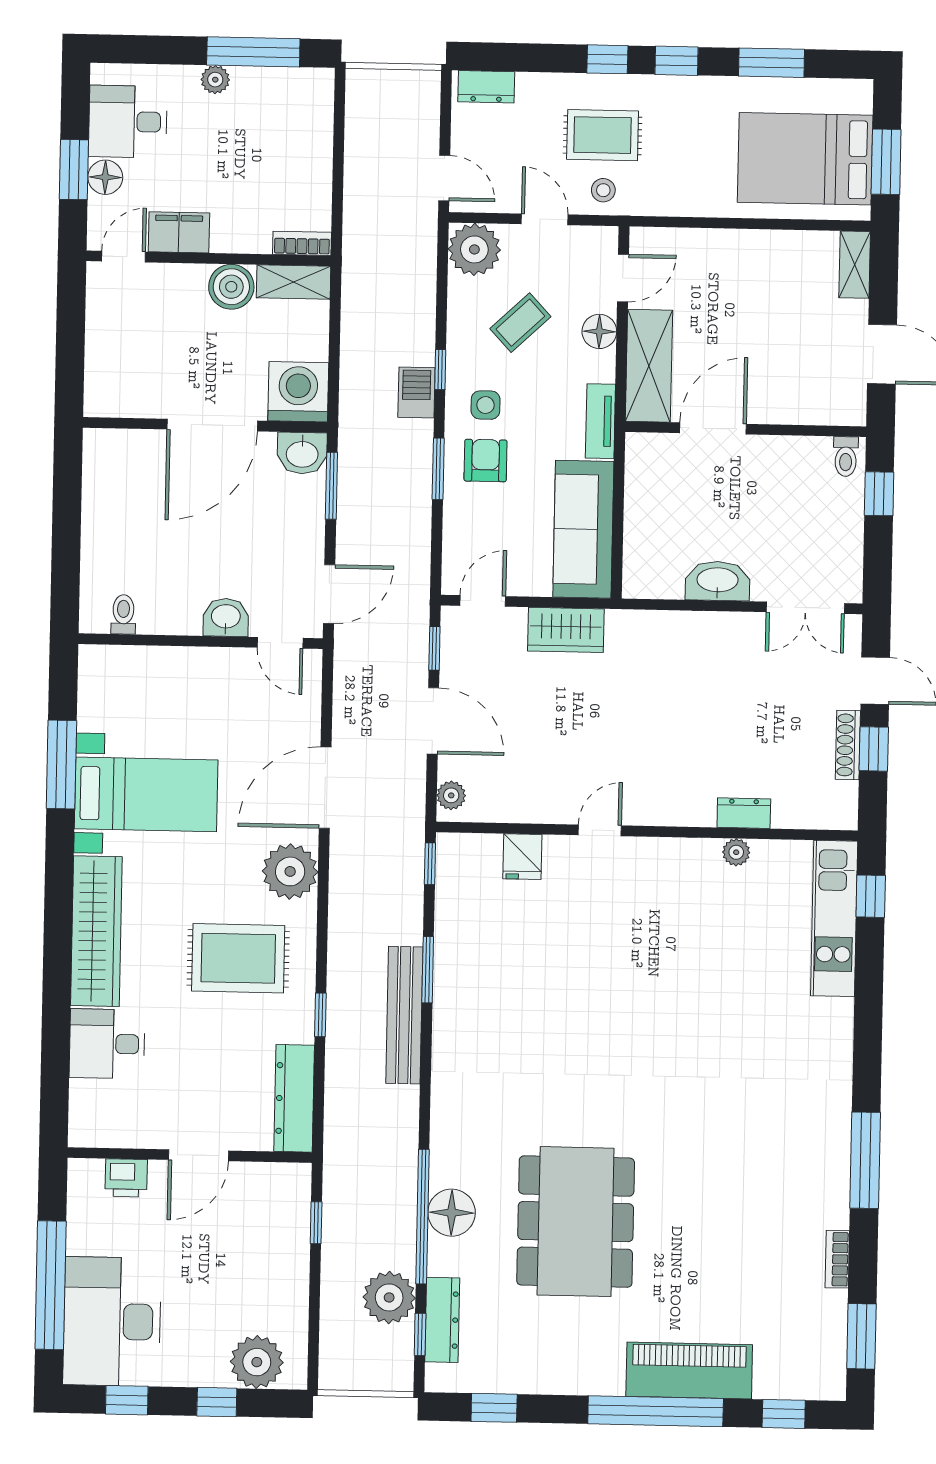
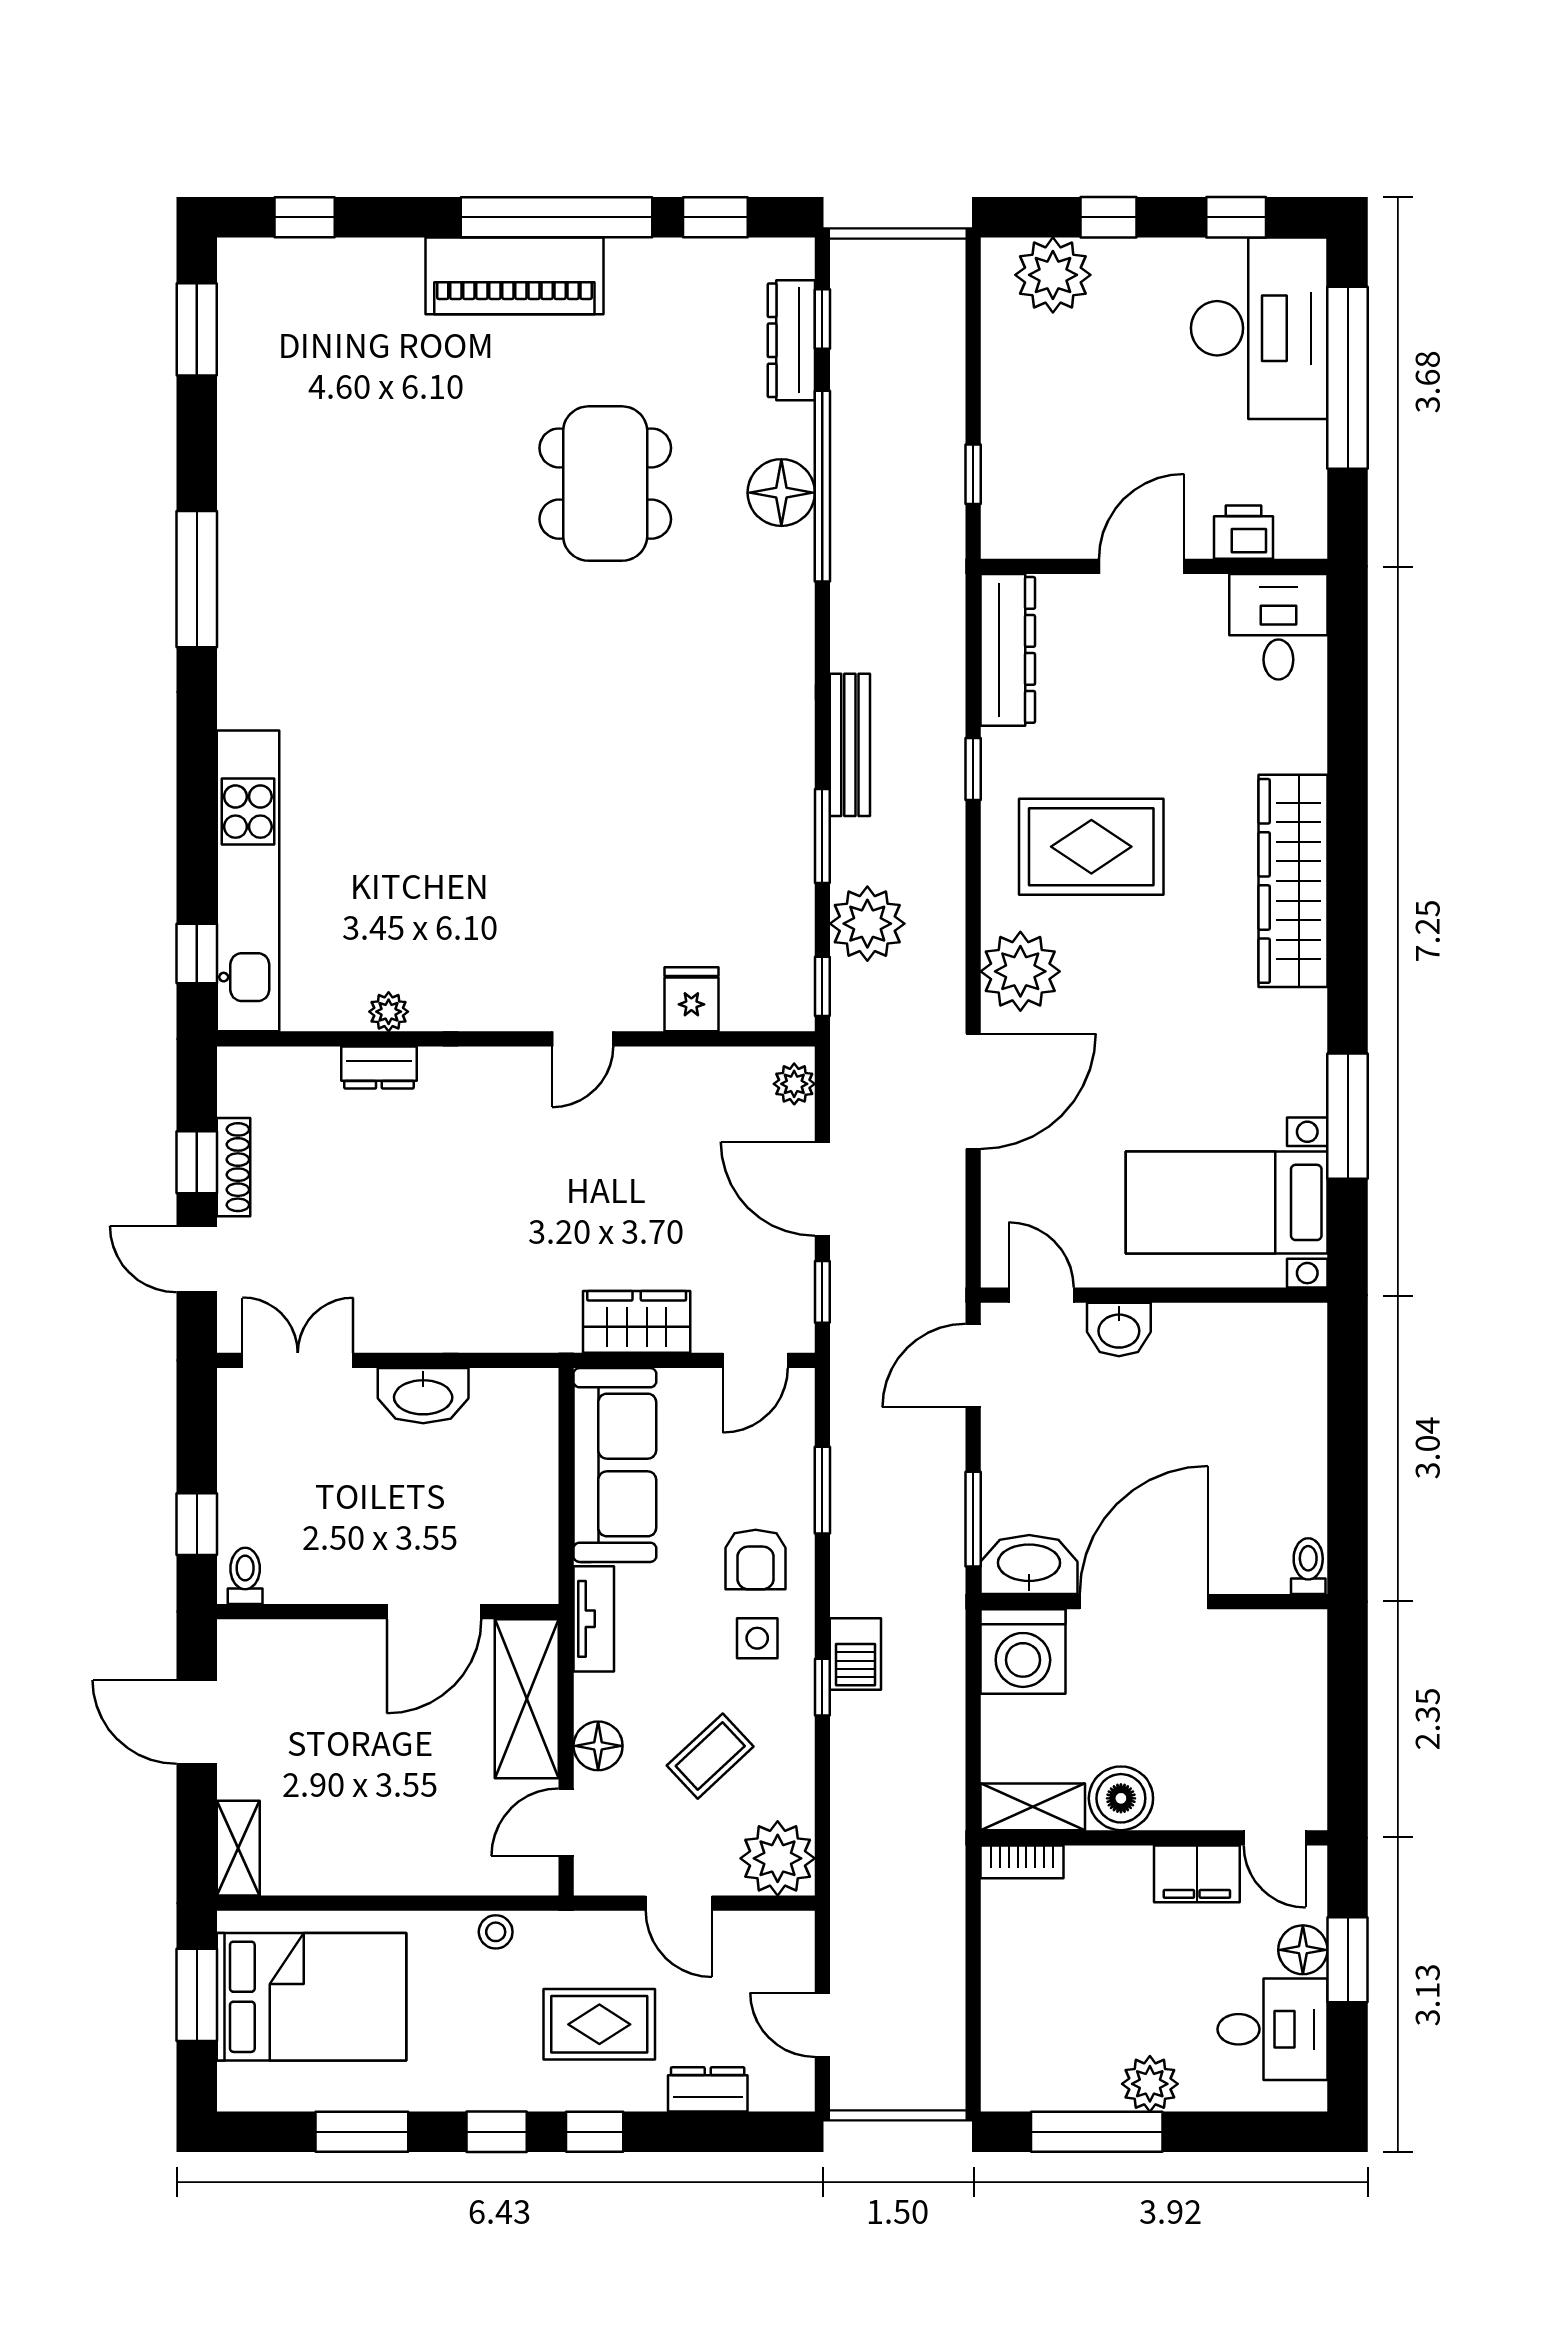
plant: (215, 80) -> (1150, 2084), width x1.38, depth x1.38
dresser: (486, 87) -> (708, 2089), moved
door: (444, 178) -> (822, 2025), moved
stool: (603, 190) -> (496, 1932), moved
door: (124, 257) -> (1275, 1838), hinge flipped
washbasin: (302, 453) -> (1029, 1565), width x1.38
window: (438, 469) -> (822, 1490), moved
toilet: (123, 614) -> (1308, 1566), moved, turned 180
bed with nightstands: (146, 794) -> (1227, 1202), moved
kitchen unit: (834, 918) -> (248, 881), width x1.36
bench: (404, 1015) -> (850, 745), width x0.73, depth x0.82
desk: (107, 1044) -> (1278, 627), moved, turned -90
dining table: (576, 1222) -> (605, 484), width x0.73, depth x0.80
bookcase: (837, 1259) -> (233, 438), removed
plant: (389, 1297) -> (867, 924), moved
piano: (689, 1370) -> (514, 276), moved
window: (656, 1411) -> (556, 217), moved

